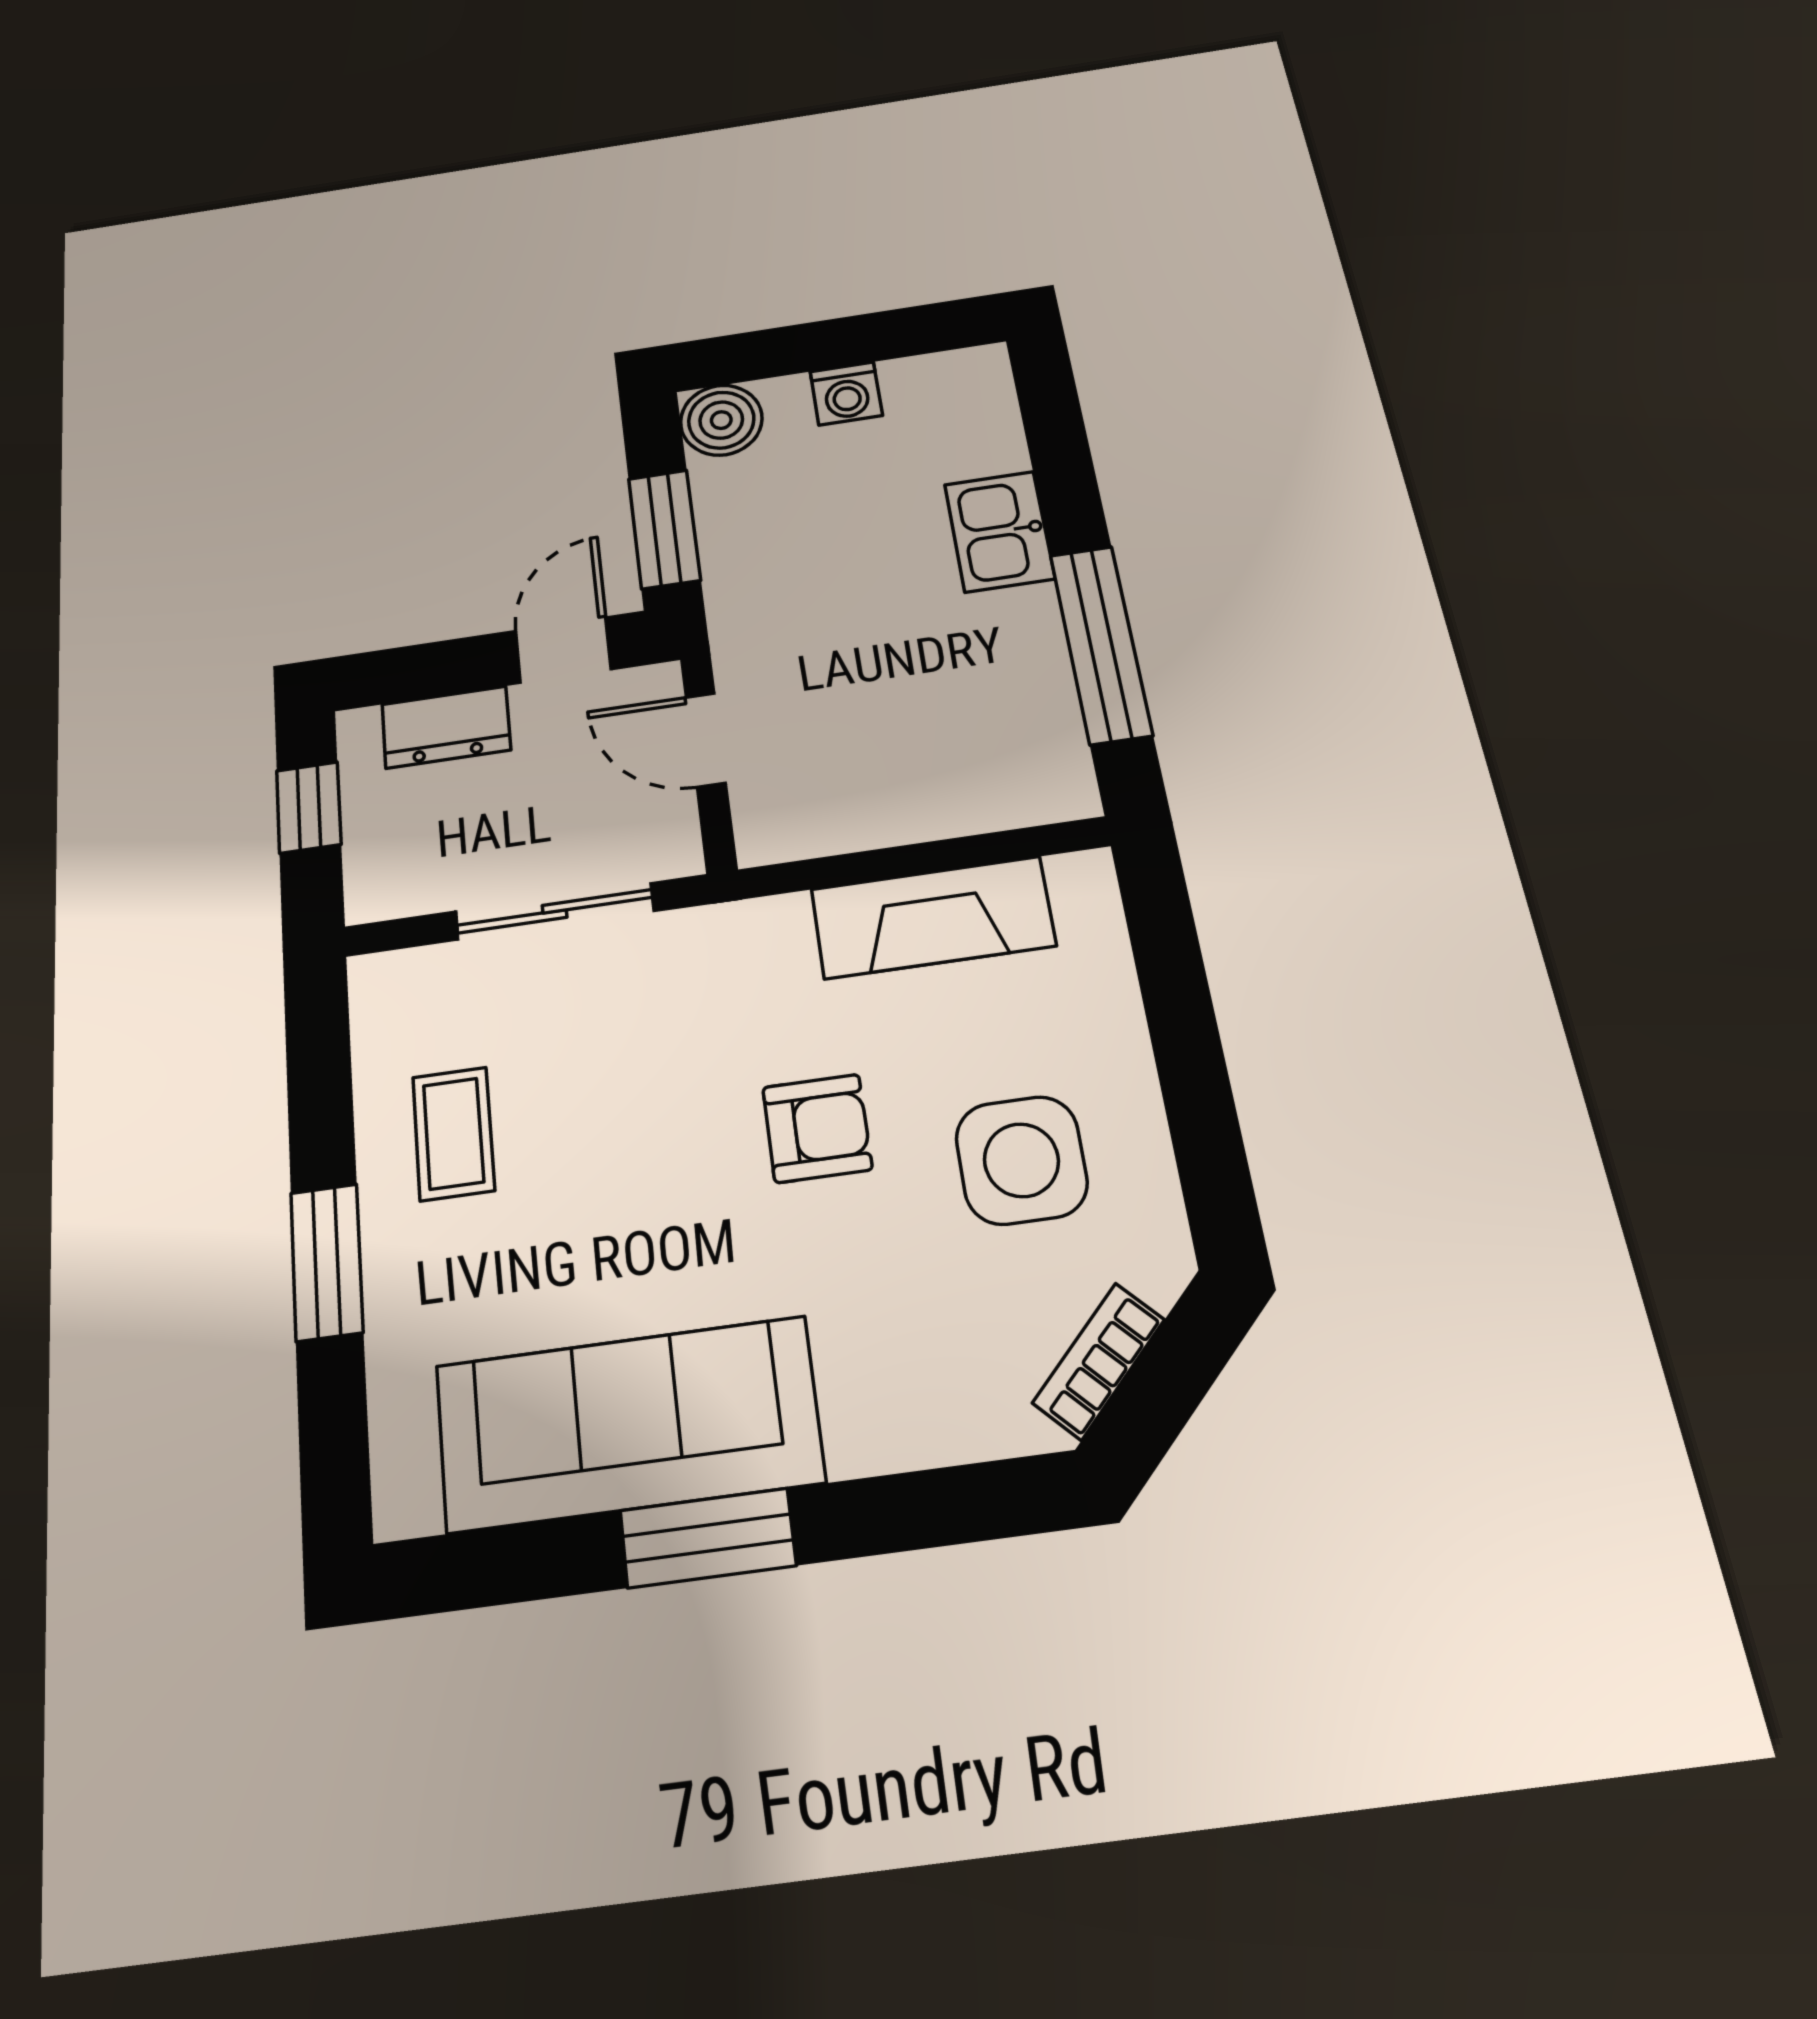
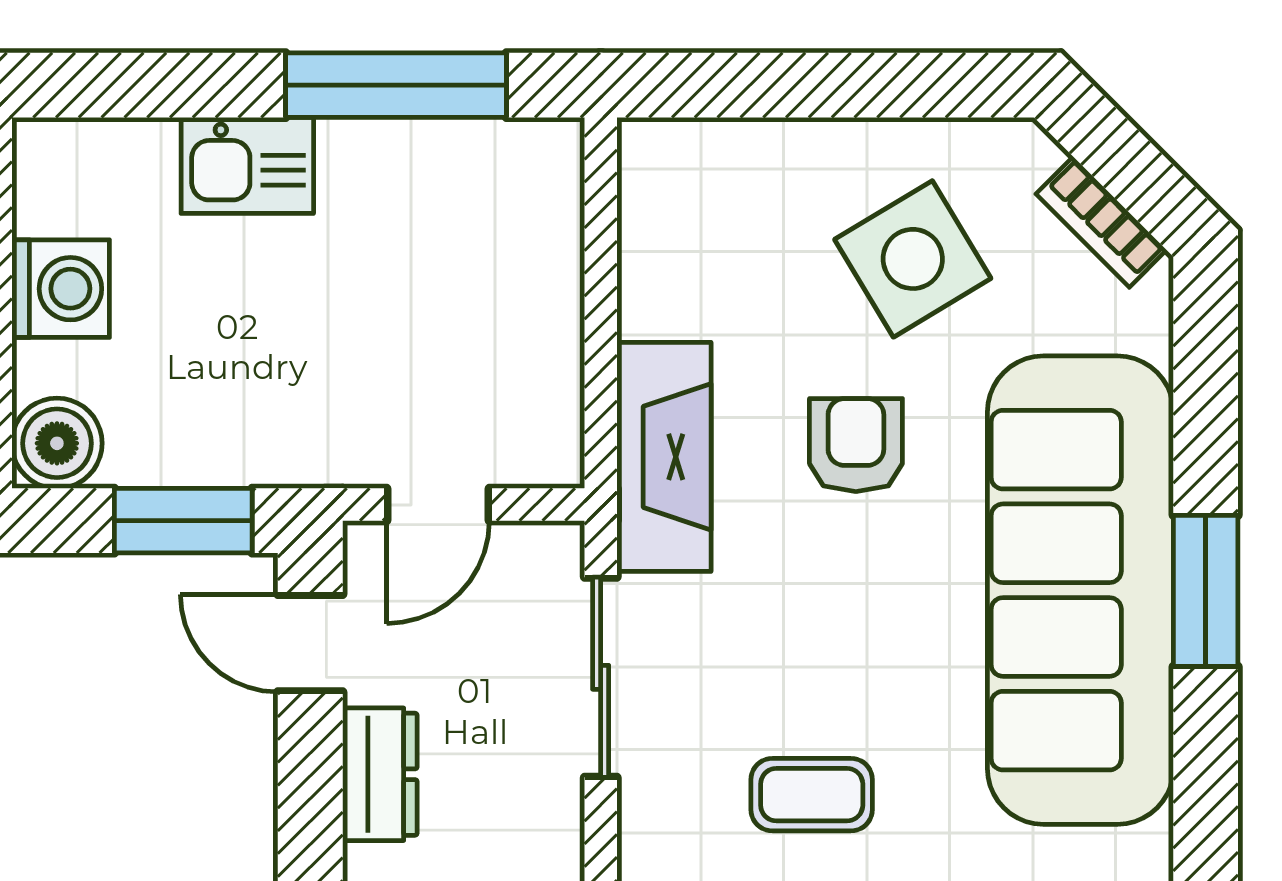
washing machine: (846, 393) -> (61, 289), width x1.38, depth x1.38
fireplace: (933, 917) -> (664, 457), moved
side table: (1021, 1160) -> (913, 259), turned -31
sofa: (628, 1424) -> (1080, 590), width x1.36, depth x1.27

